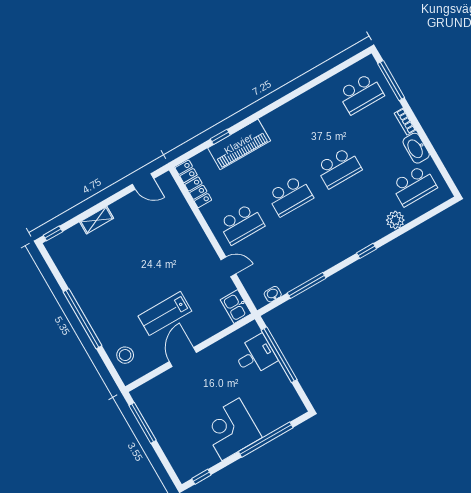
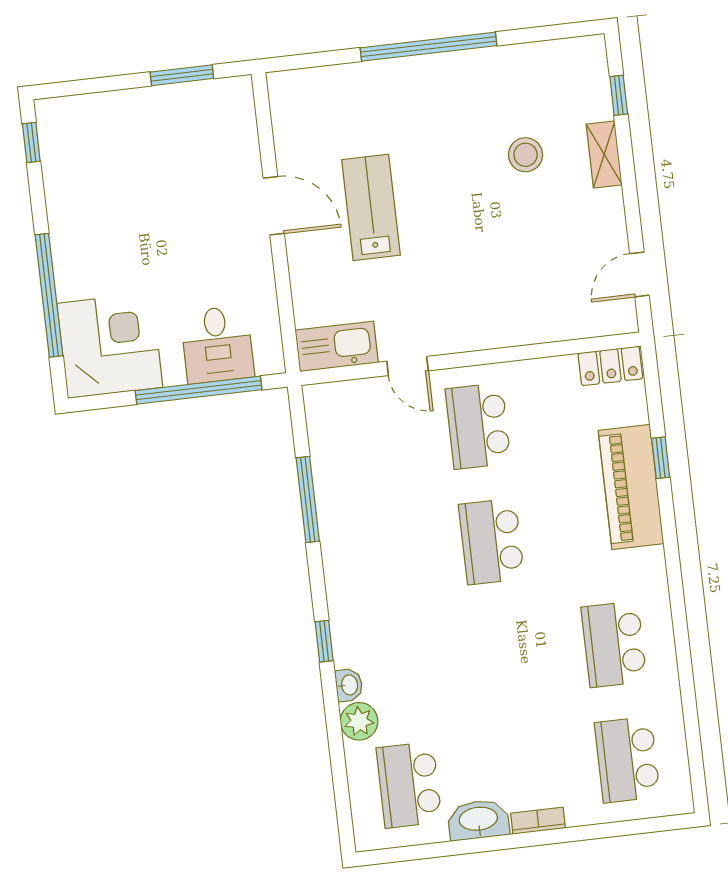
window: (391, 81) -> (627, 828), removed
school desk: (339, 168) -> (614, 644), moved
locker: (193, 184) -> (610, 366), width x0.66
window: (53, 233) -> (619, 95), moved
door: (228, 267) -> (408, 366), hinge flipped
washbasin: (273, 294) -> (349, 685), moved
kitchen sink: (236, 307) -> (337, 346), width x1.38
stool: (125, 355) -> (526, 155), moved
window: (143, 423) -> (182, 75), width x0.69
corner desk: (231, 429) -> (110, 345), moved

